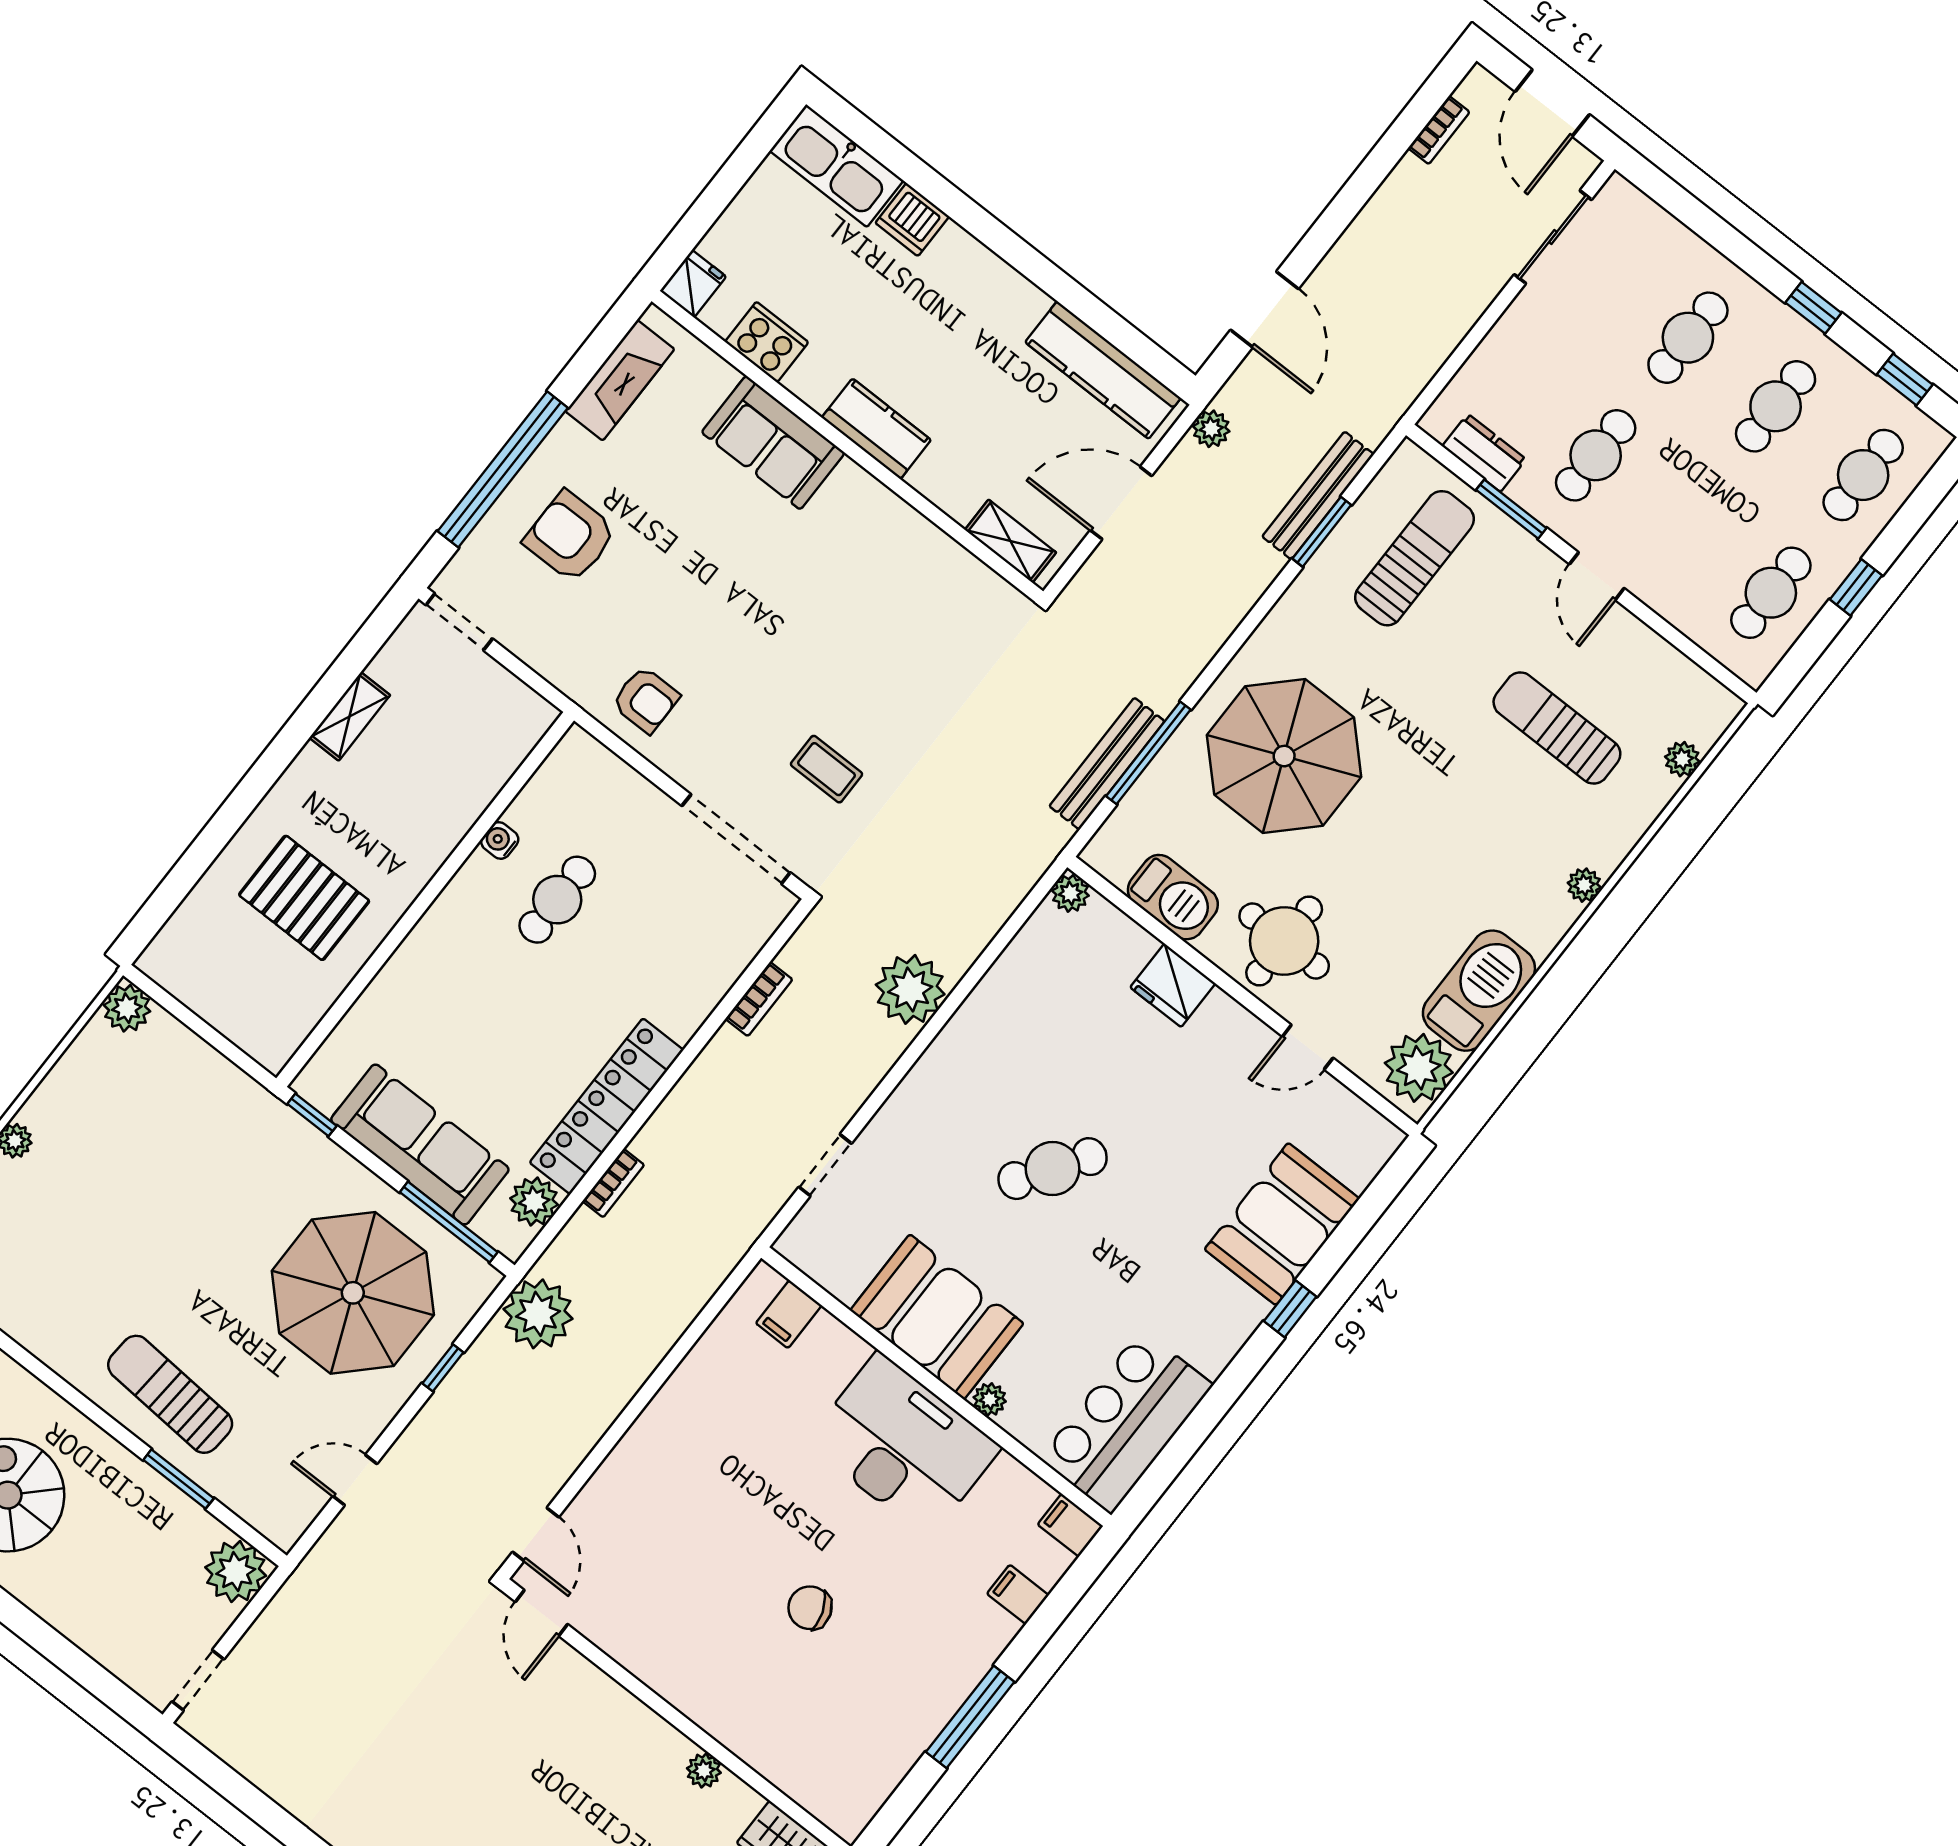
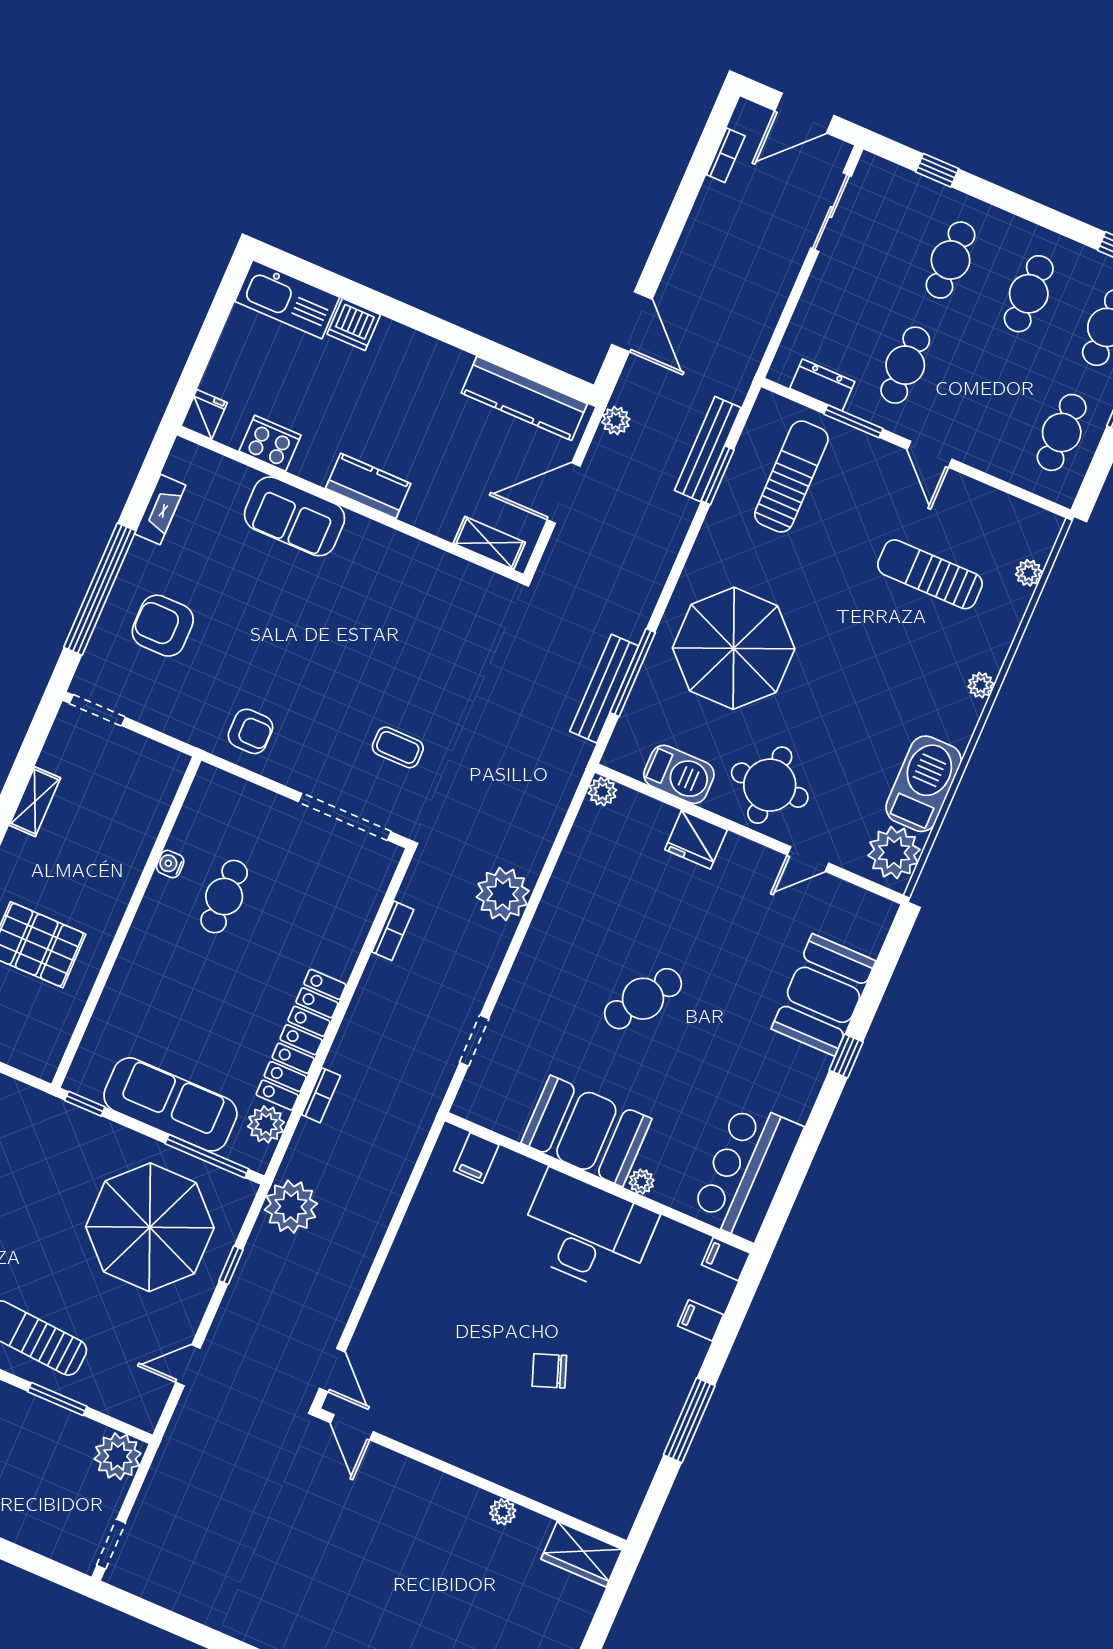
door: (1552, 103) -> (804, 113), hinge flipped
window: (1813, 308) -> (937, 170), moved
fireplace: (620, 380) -> (160, 510), width x0.73, depth x0.76

